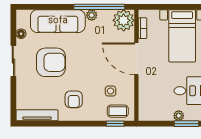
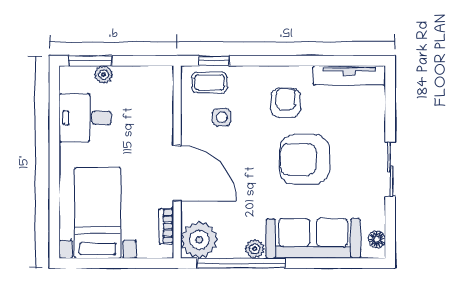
floor lamp: (21, 34) -> (377, 239), moved
armchair: (51, 62) -> (304, 159), moved

